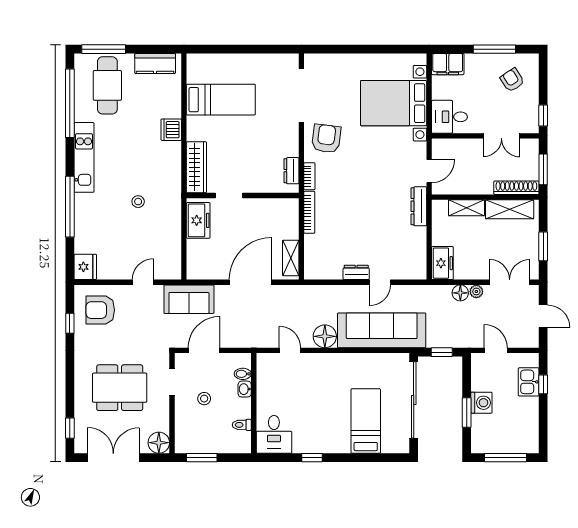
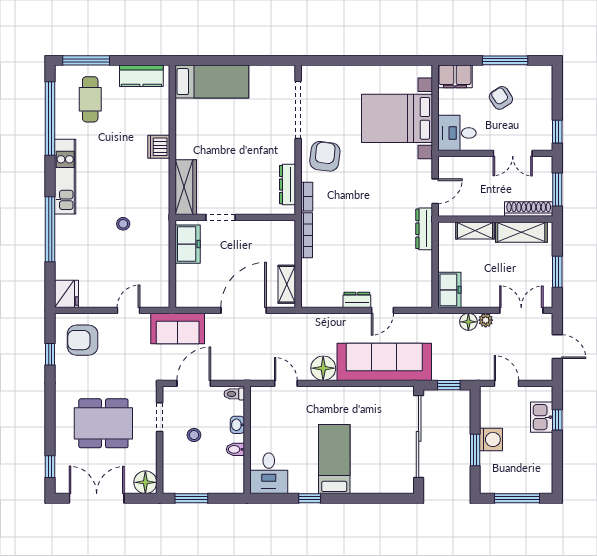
armchair: (512, 80) -> (501, 98), moved
cafe table: (107, 85) -> (90, 99), width x0.73, depth x0.74
bed: (221, 100) -> (212, 82), moved
dresser: (291, 171) -> (288, 185), width x1.44
bidet: (243, 374) -> (235, 449), moved
bed: (366, 421) -> (334, 459), moved
toilet: (242, 425) -> (234, 394), moved

